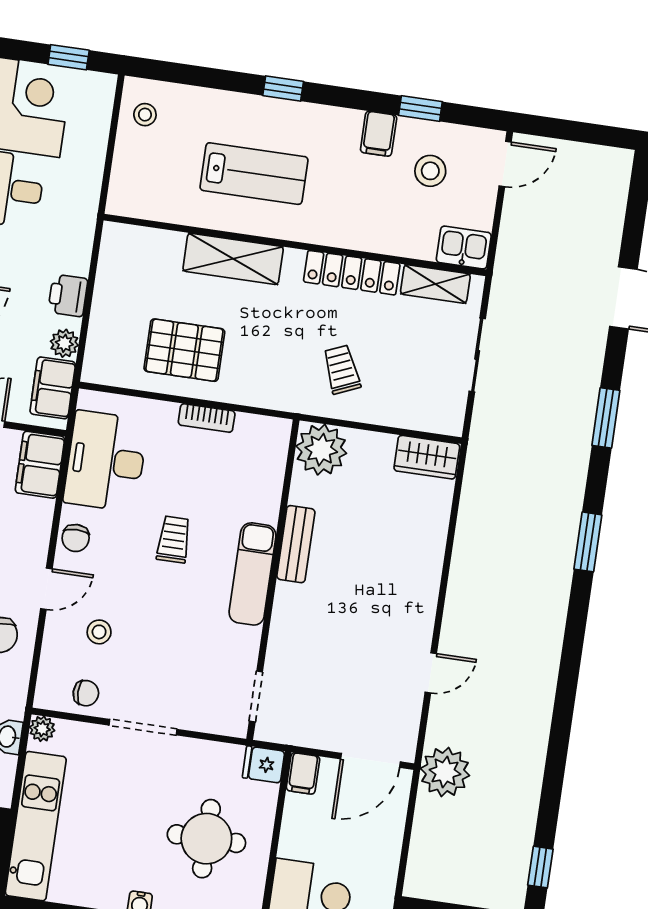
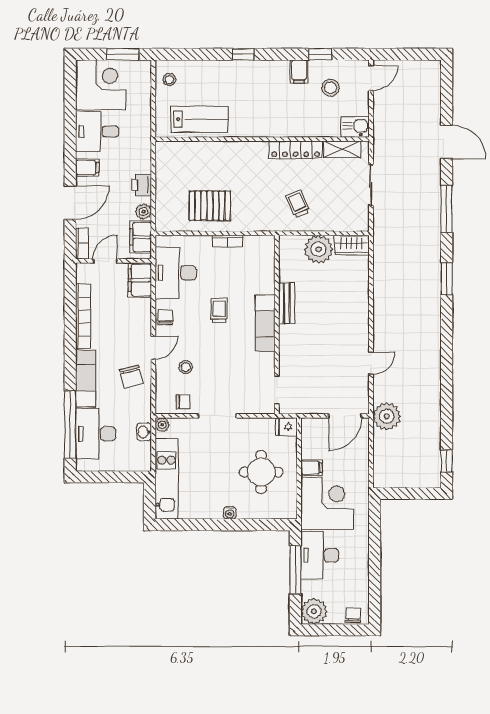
window: (69, 57) -> (123, 54), width x1.50
lab bench: (254, 174) -> (199, 119), moved
shelving: (233, 259) -> (229, 152), removed
window: (606, 418) -> (447, 209), width x1.44
plant: (321, 450) -> (319, 249), moved
chair: (76, 538) -> (165, 317), turned 180
filing cabinet: (303, 773) -> (312, 467), moved, turned -90

